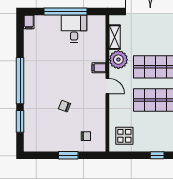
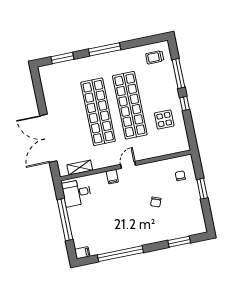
desk: (74, 29) -> (77, 193), moved
plant: (118, 60) -> (101, 160), removed
window: (20, 81) -> (120, 254), moved
display table: (124, 136) -> (164, 120), moved

